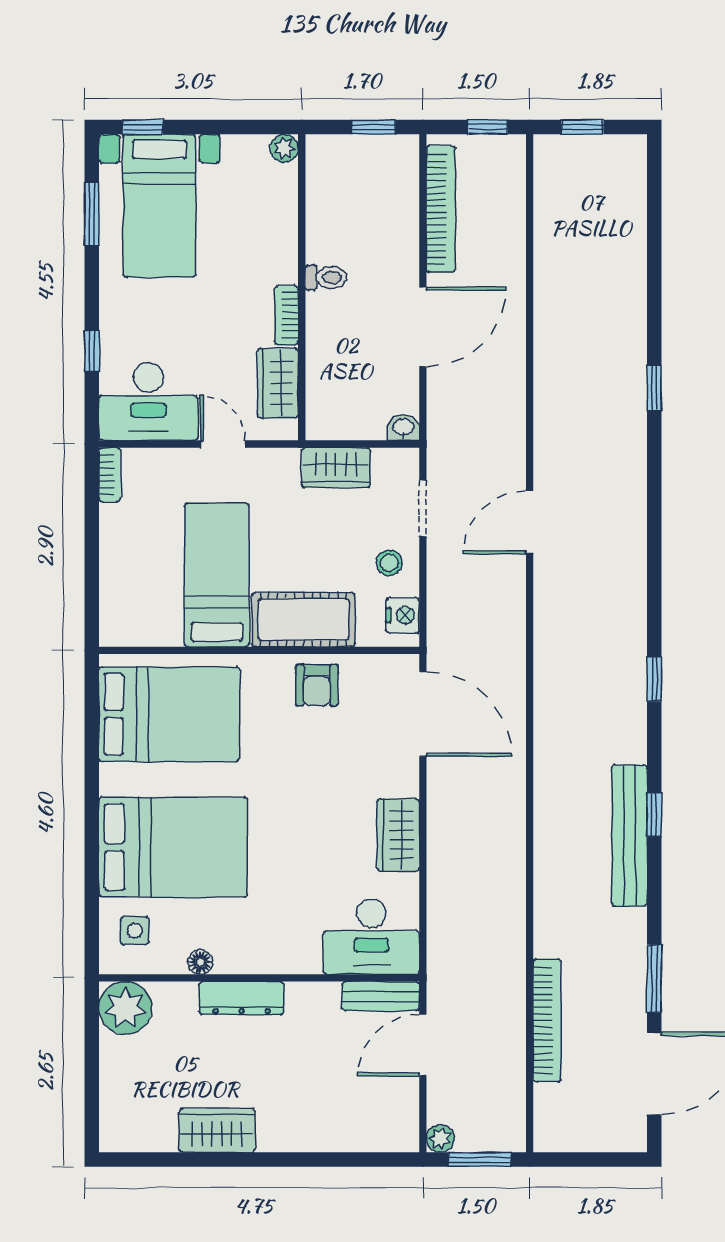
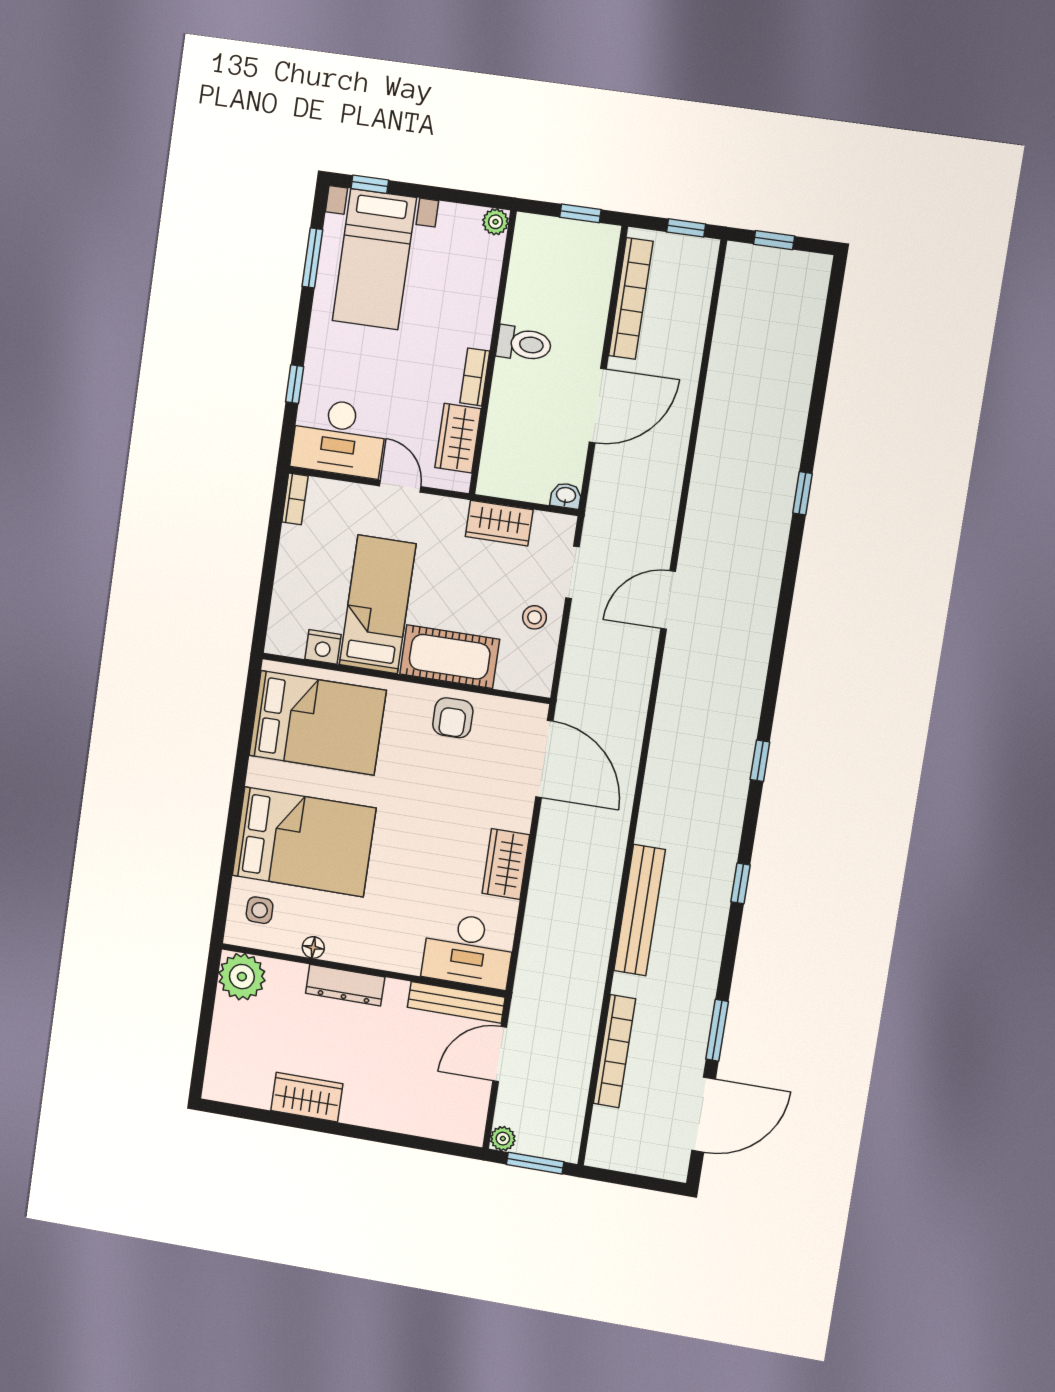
toilet: (326, 278) -> (524, 344), width x1.37, depth x1.39
nightstand: (403, 615) -> (323, 647), moved, turned 90
bench: (630, 836) -> (640, 910), moved
bench: (381, 996) -> (456, 1002), width x1.36

